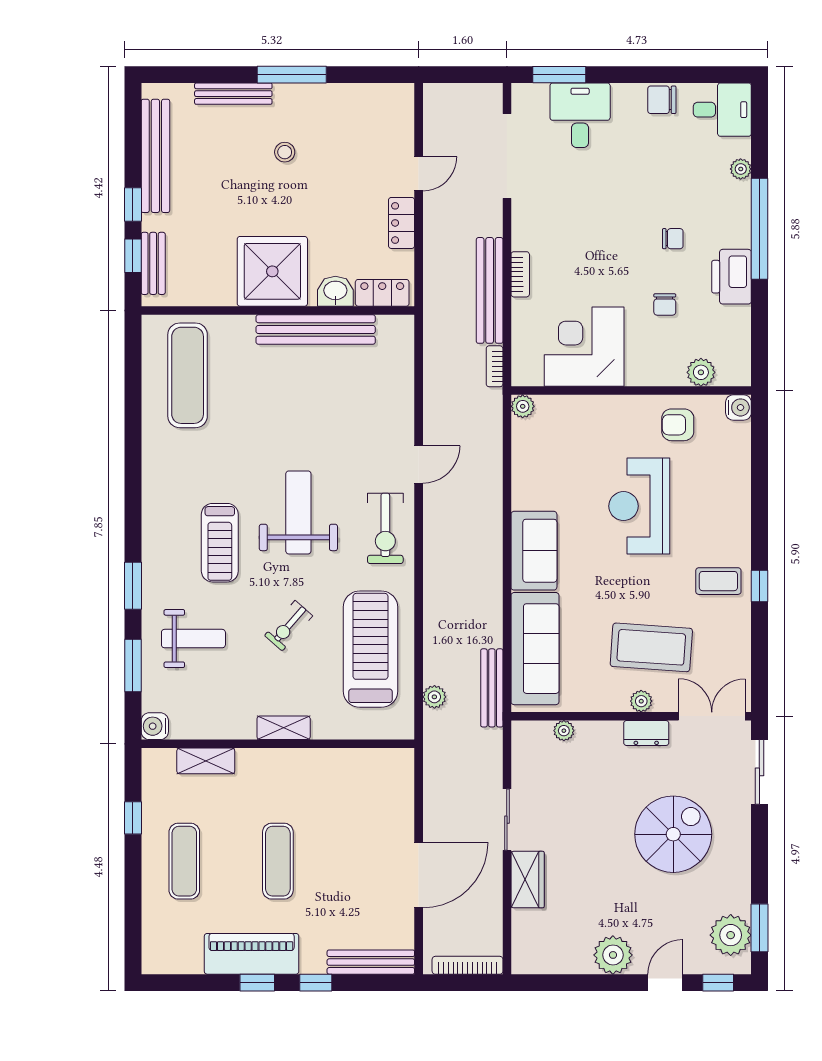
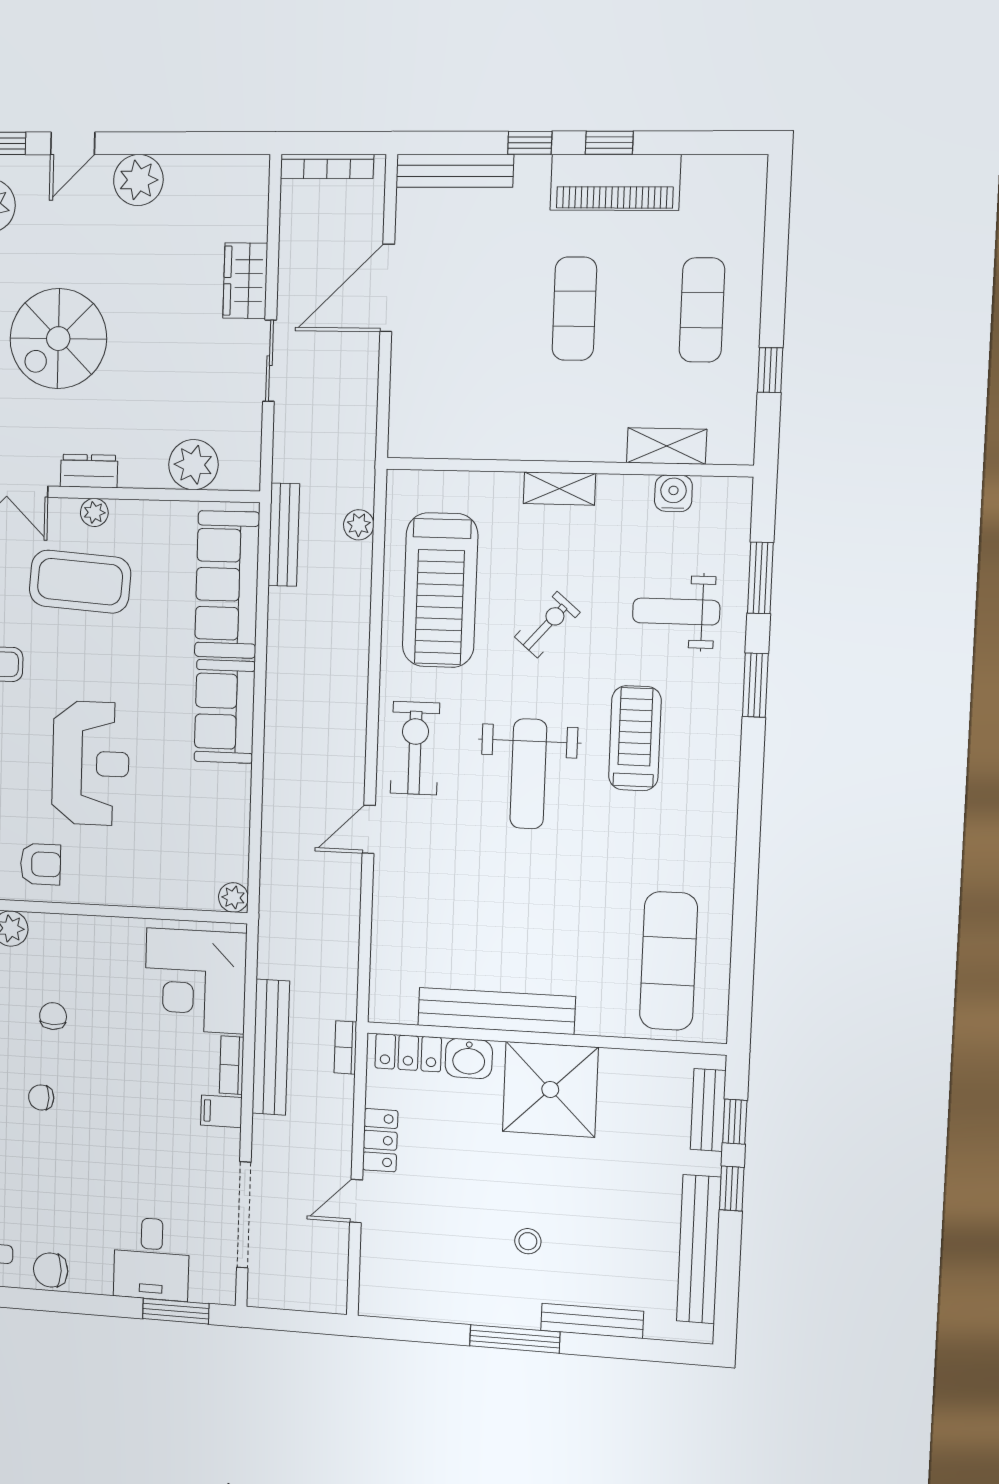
chair: (662, 100) -> (51, 1270), turned 180
filing cabinet: (527, 237) -> (221, 1111), added
corner desk: (584, 347) -> (195, 981), moved, turned 90
bookcase: (495, 366) -> (346, 1047), moved, turned 180
water cooler: (155, 726) -> (673, 493), moved, turned -90
plant: (564, 731) -> (194, 465), width x1.88, depth x1.88

